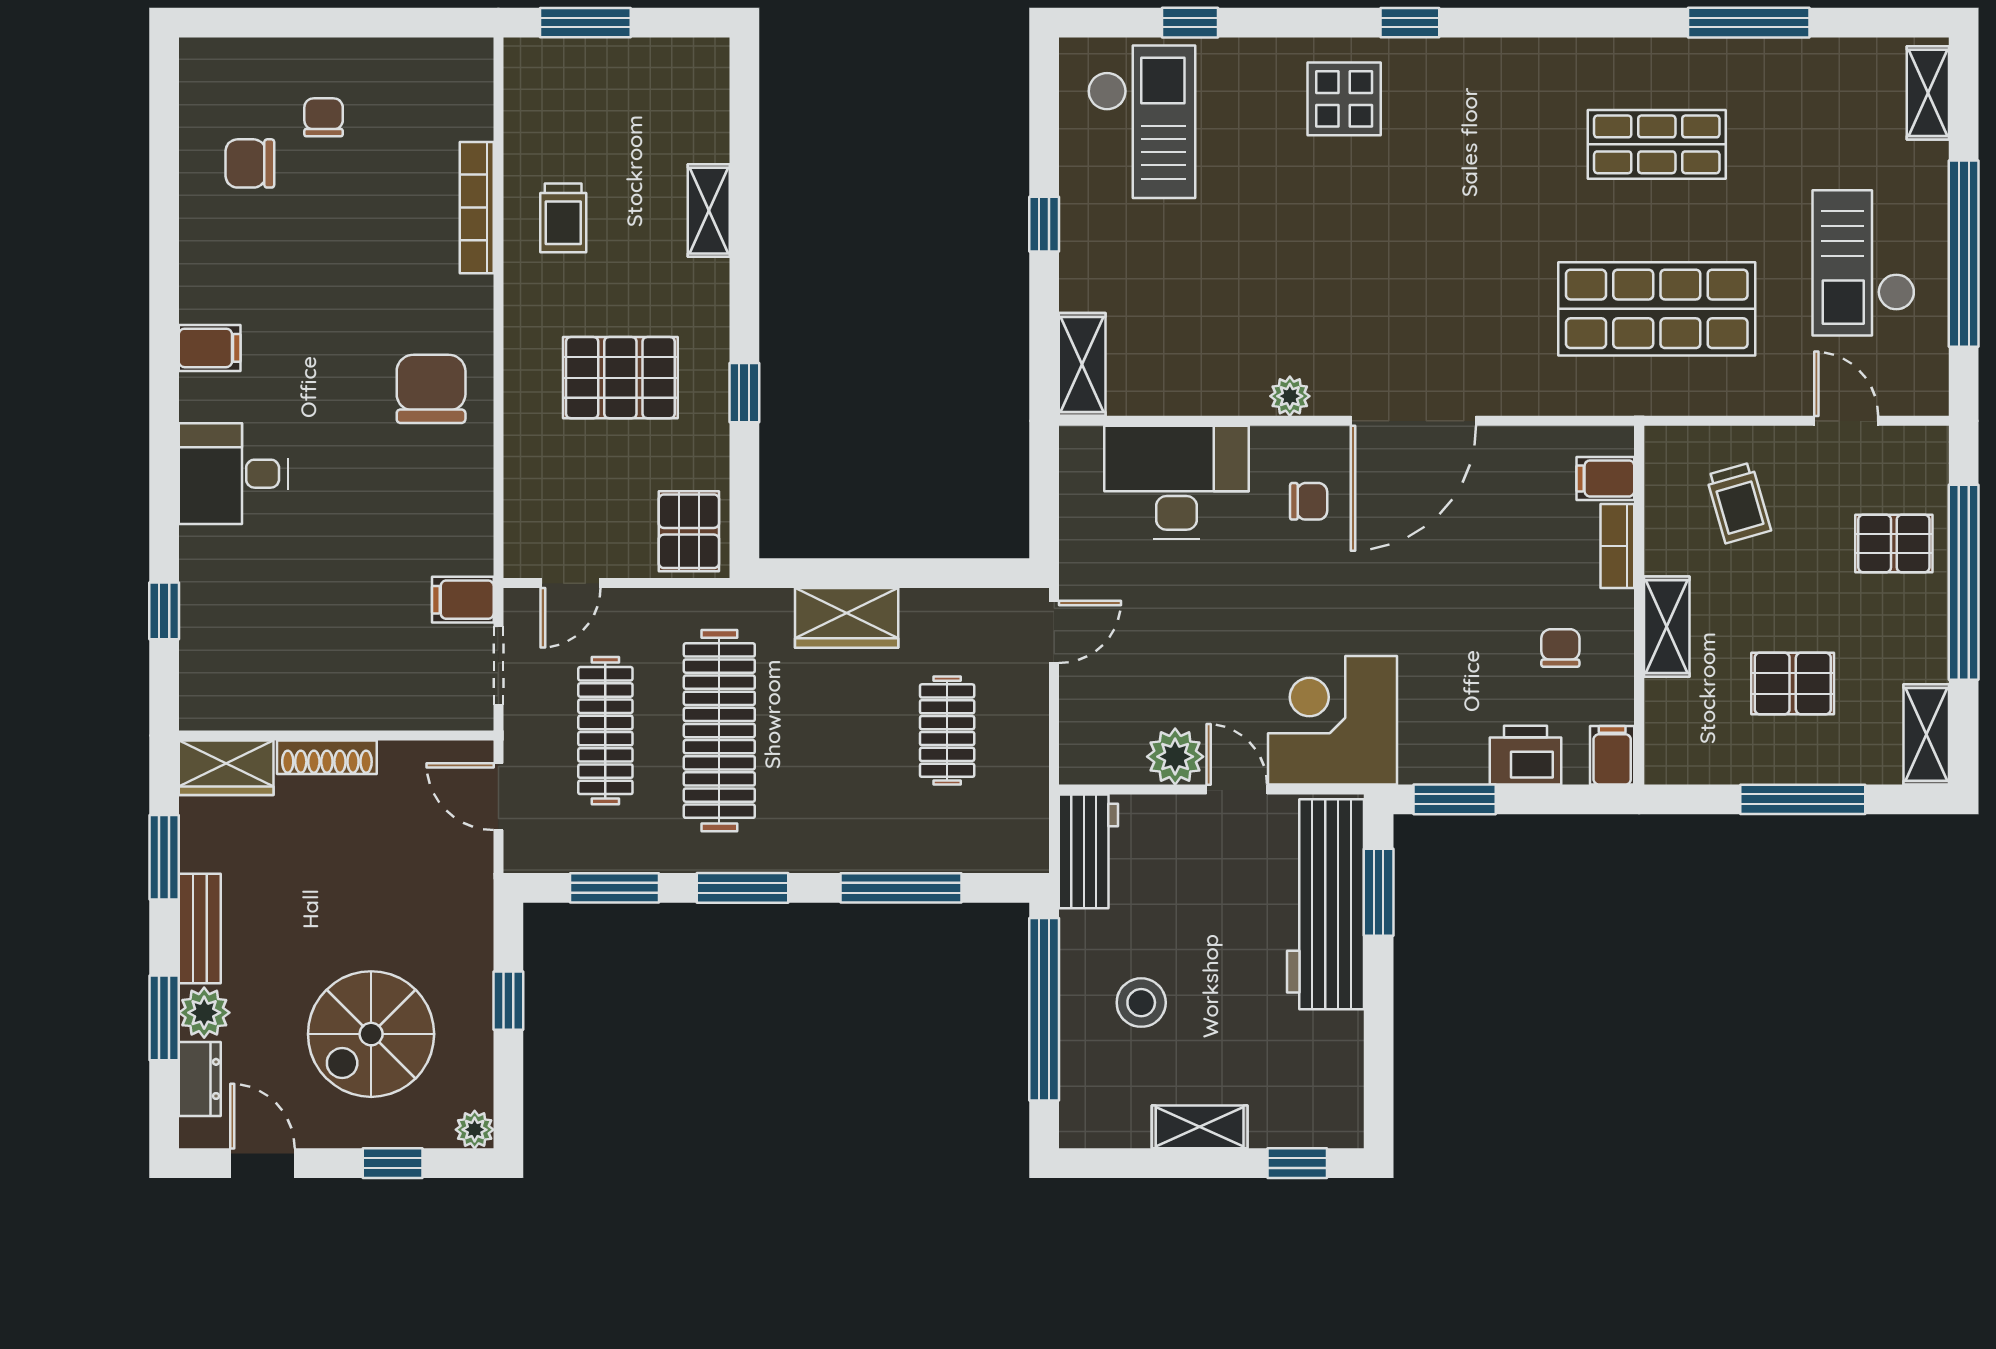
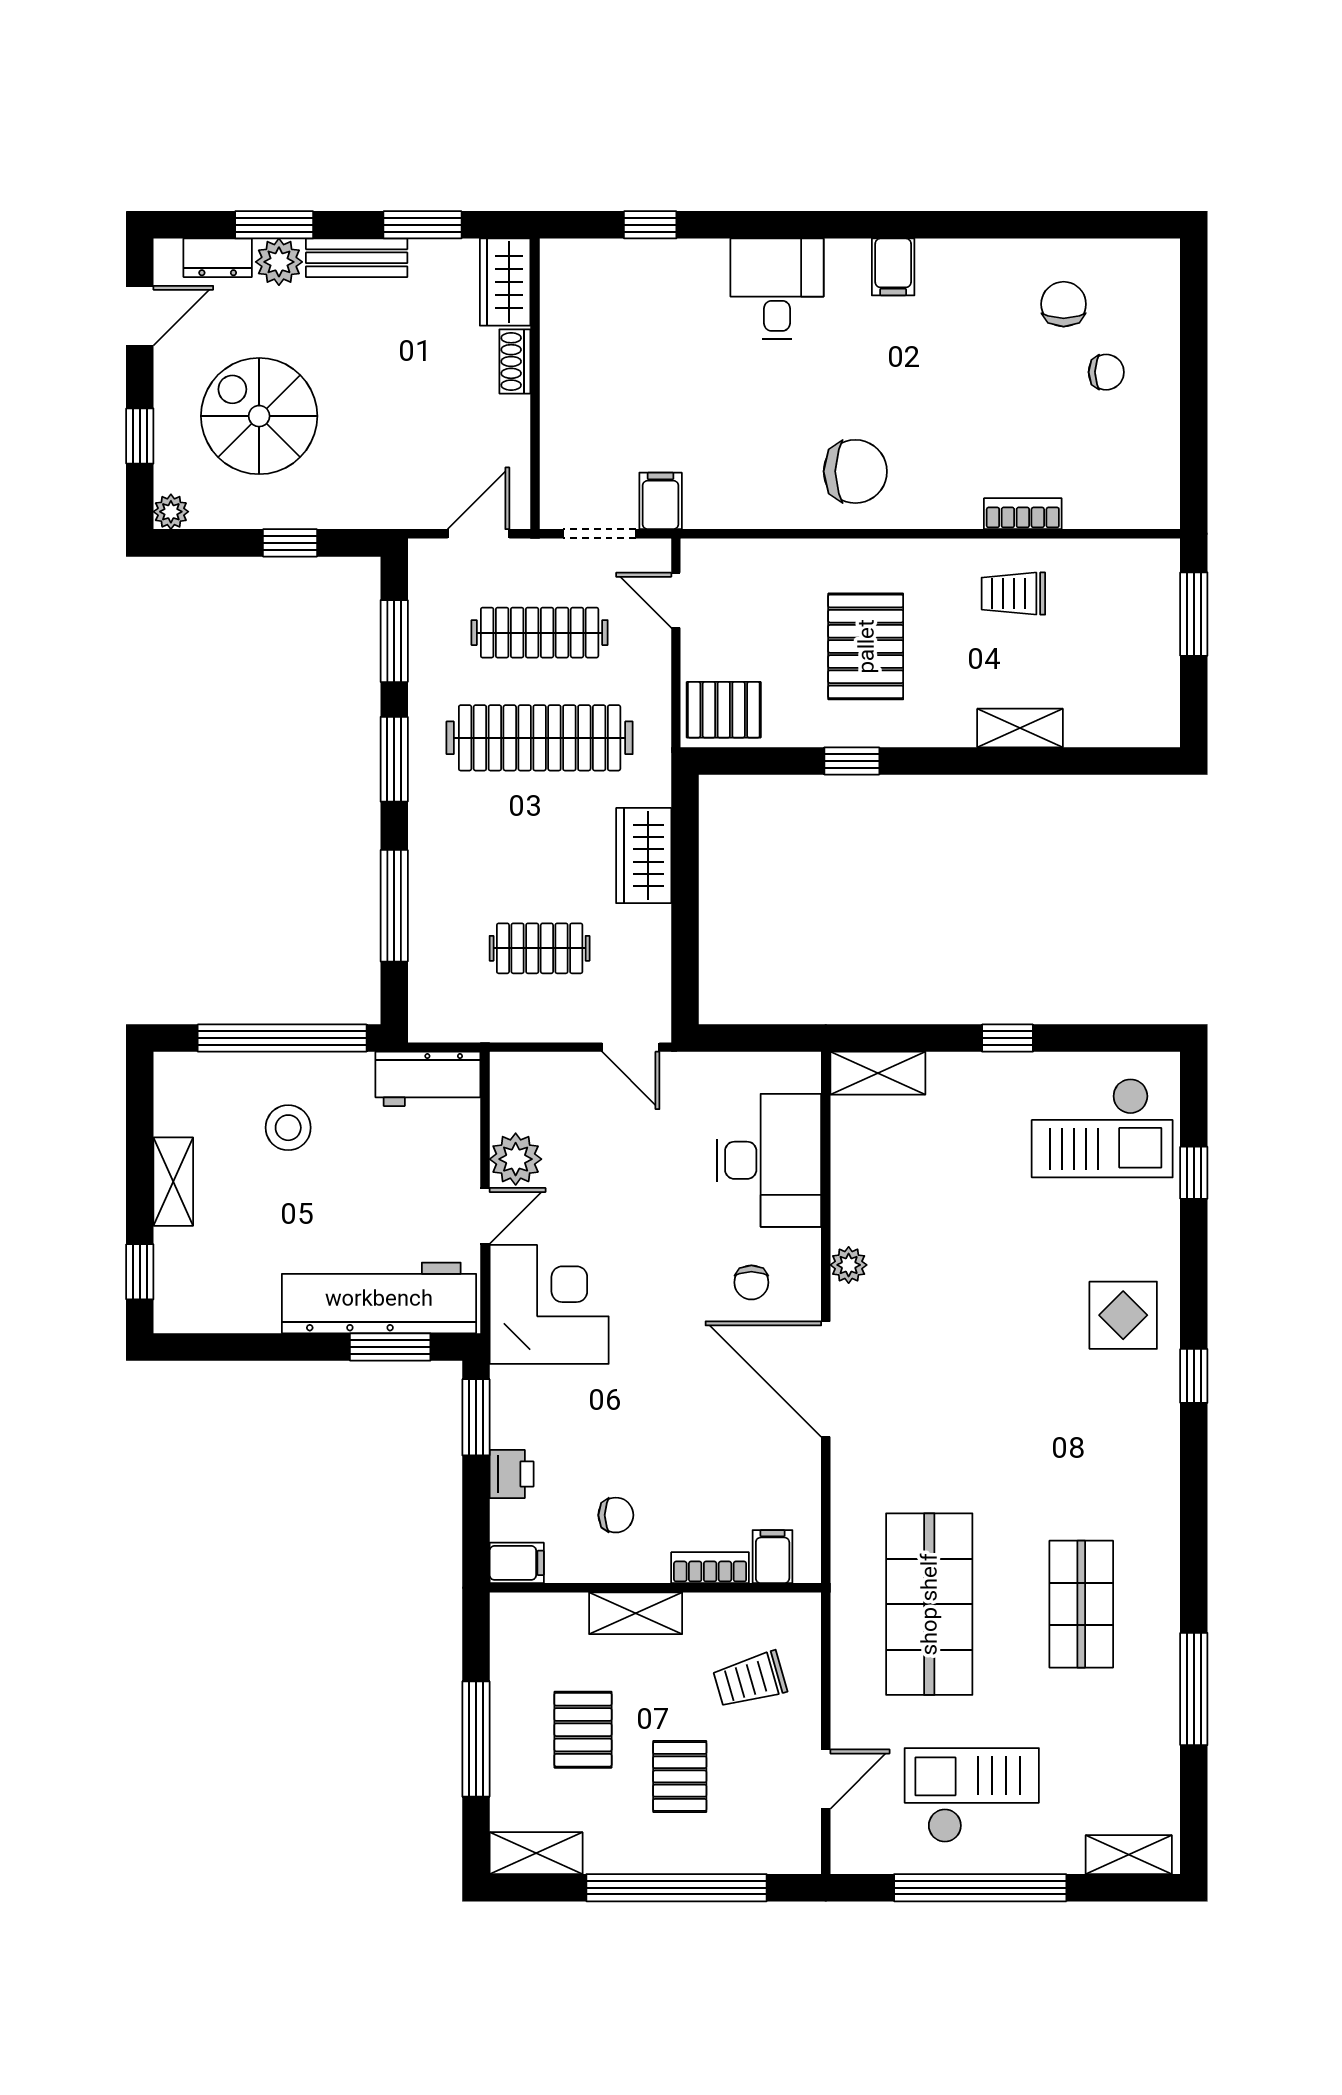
bookcase: (477, 208) -> (1023, 514), width x0.64
pallet: (1894, 543) -> (680, 1776), moved
printer: (1526, 755) -> (512, 1474), width x0.73, depth x0.81
shoe rack: (327, 757) -> (515, 361), width x0.70

